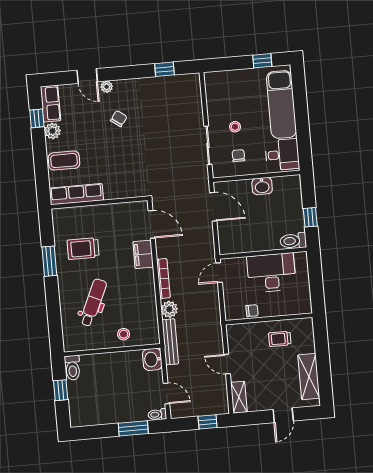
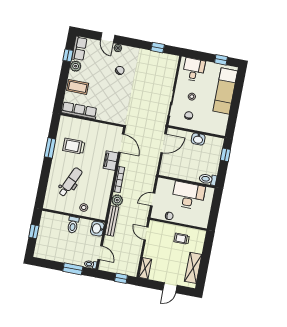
desk: (282, 155) -> (194, 70), moved, turned -90
door: (213, 207) -> (164, 143), hinge flipped
window: (310, 217) -> (225, 155), moved
door: (219, 273) -> (153, 199), moved
door: (227, 364) -> (146, 233), moved
toilet: (72, 368) -> (73, 225), moved

